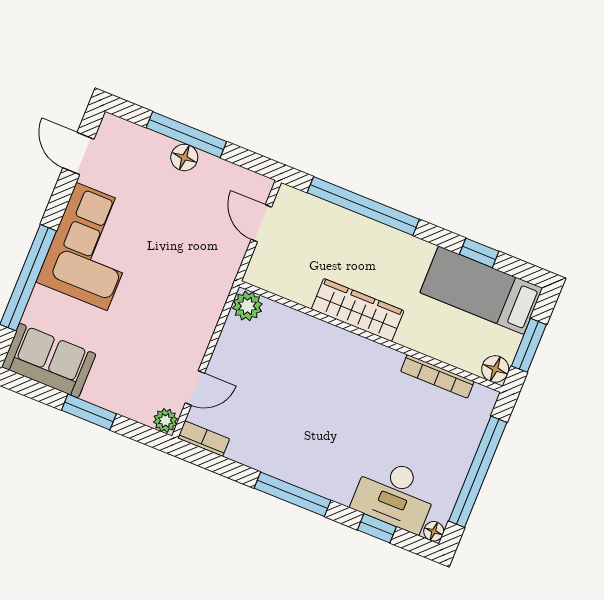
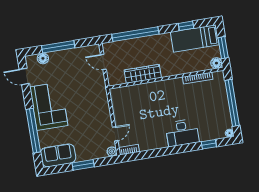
floor lamp: (184, 157) -> (43, 58), moved
plant: (247, 306) -> (116, 94), removed
wardrobe: (358, 310) -> (143, 74), moved
window: (293, 494) -> (172, 150), removed
desk: (395, 494) -> (182, 133), moved

